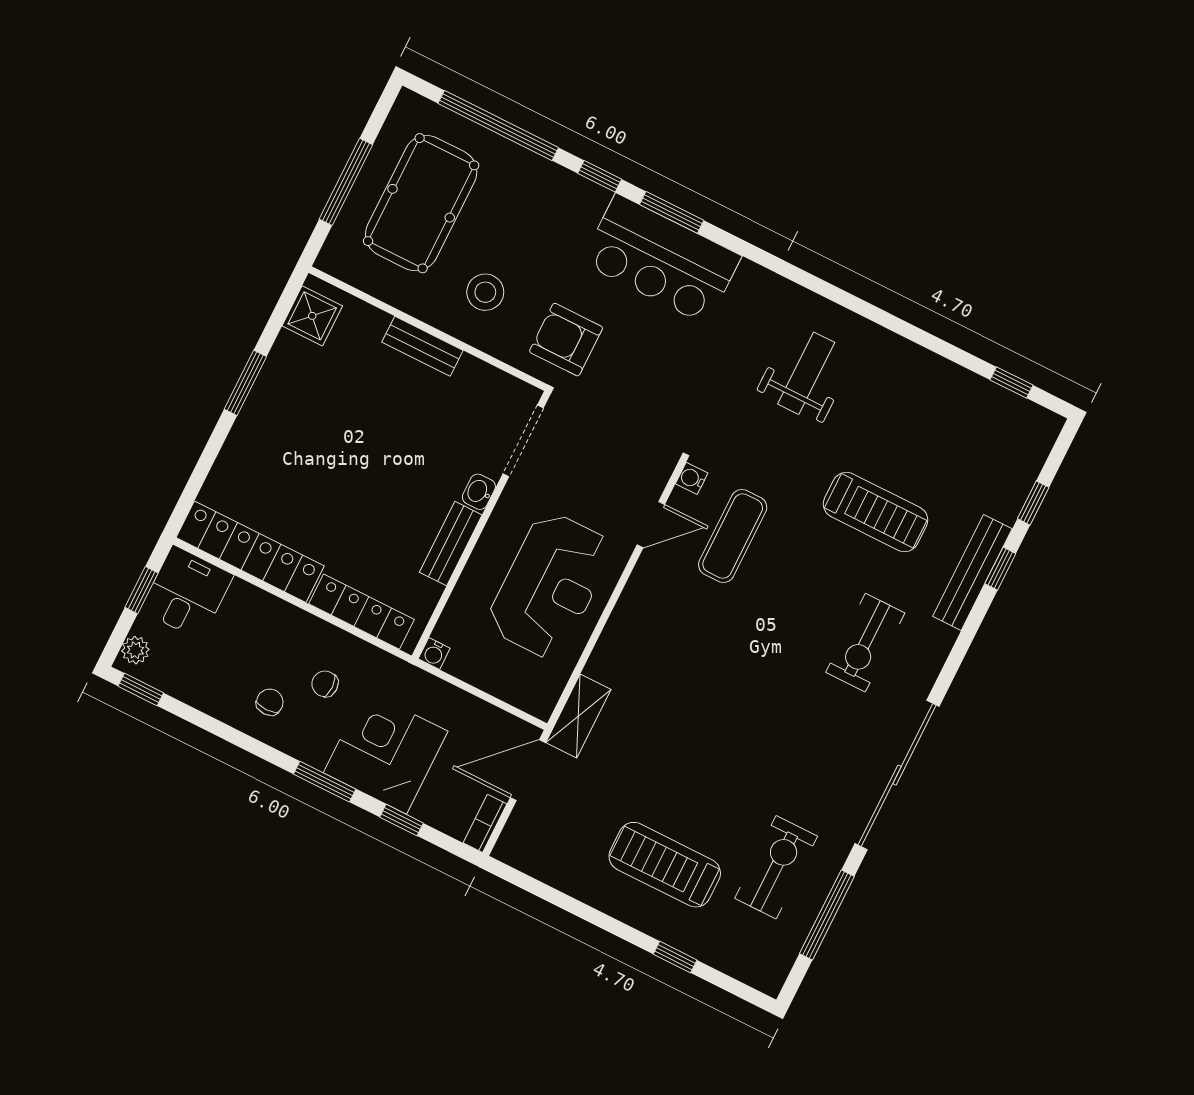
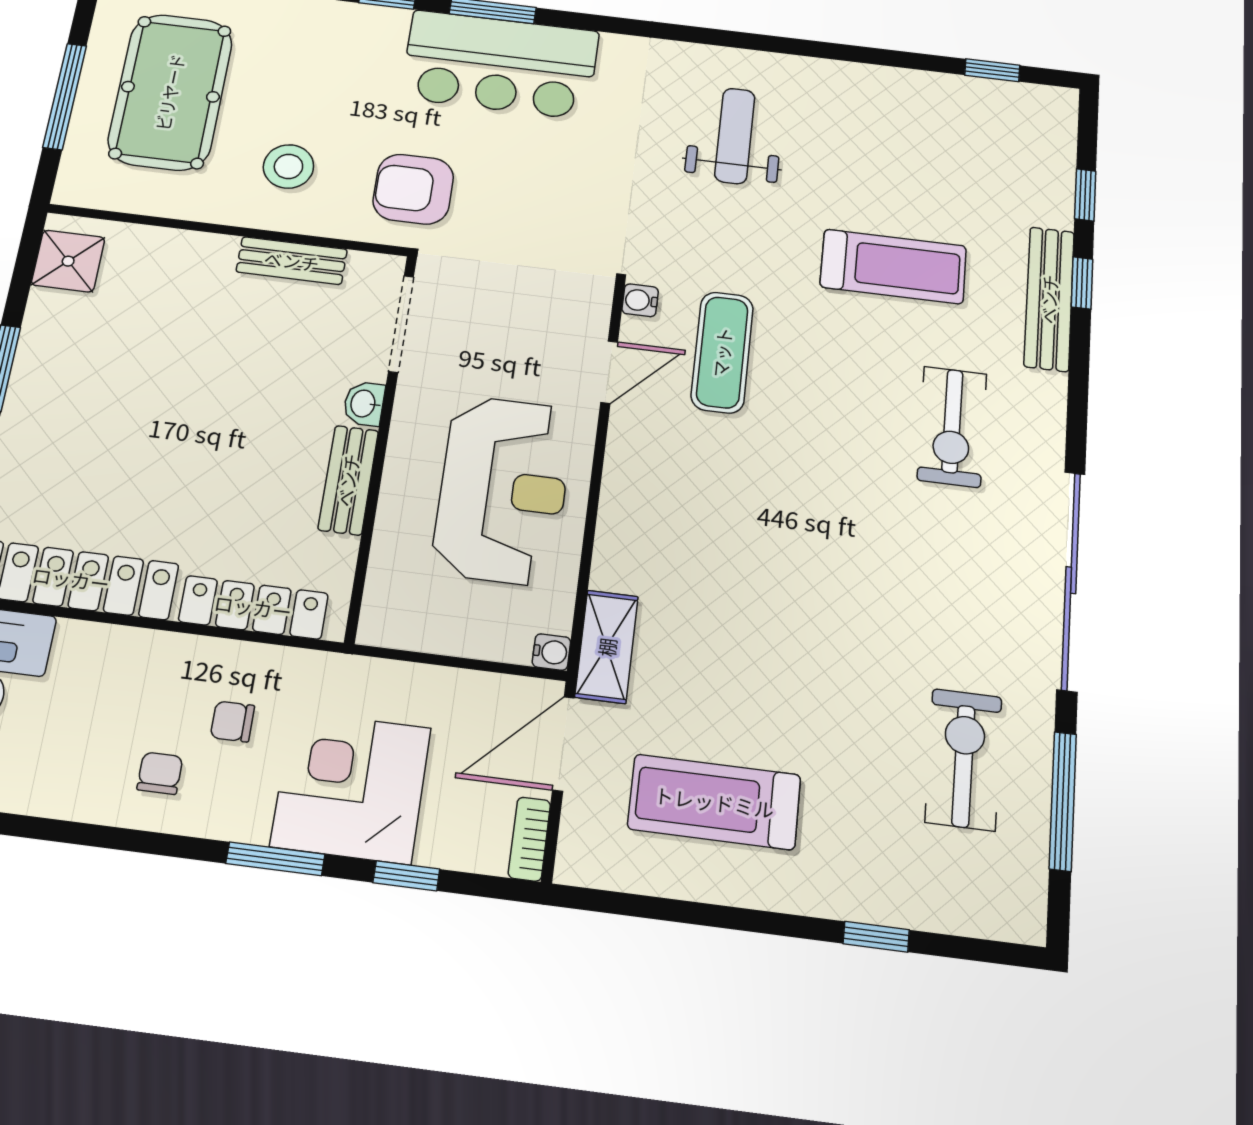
bench: (422, 346) -> (292, 261), moved
water cooler: (434, 653) -> (551, 652), moved, turned -90
treadmill: (665, 865) -> (714, 802), moved

